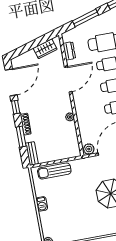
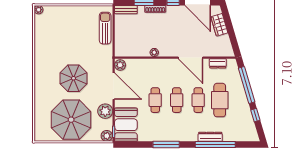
window: (86, 18) -> (247, 85), width x1.46
wardrobe: (45, 49) -> (219, 25), moved
barbecue: (42, 204) -> (76, 10), removed

